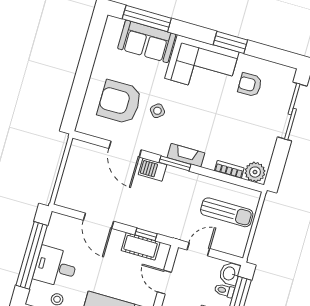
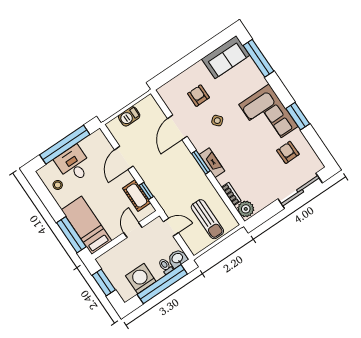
sofa: (147, 41) -> (226, 57), moved, turned -90
armchair: (120, 102) -> (198, 96), width x0.53, depth x0.53
barbecue: (152, 170) -> (129, 116), moved, turned -90

